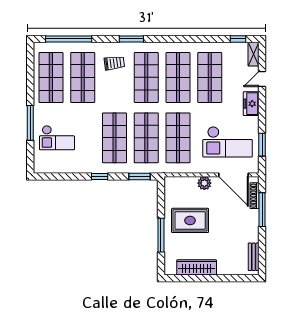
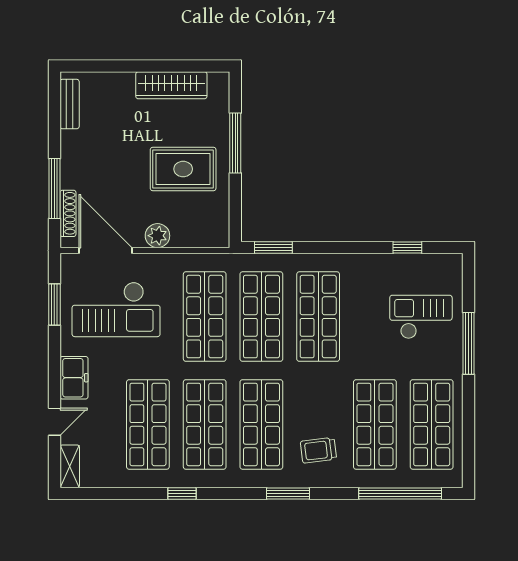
window: (238, 39) -> (182, 493), moved
checkout: (228, 142) -> (116, 309), turned 180
window: (100, 176) -> (407, 248), moved

